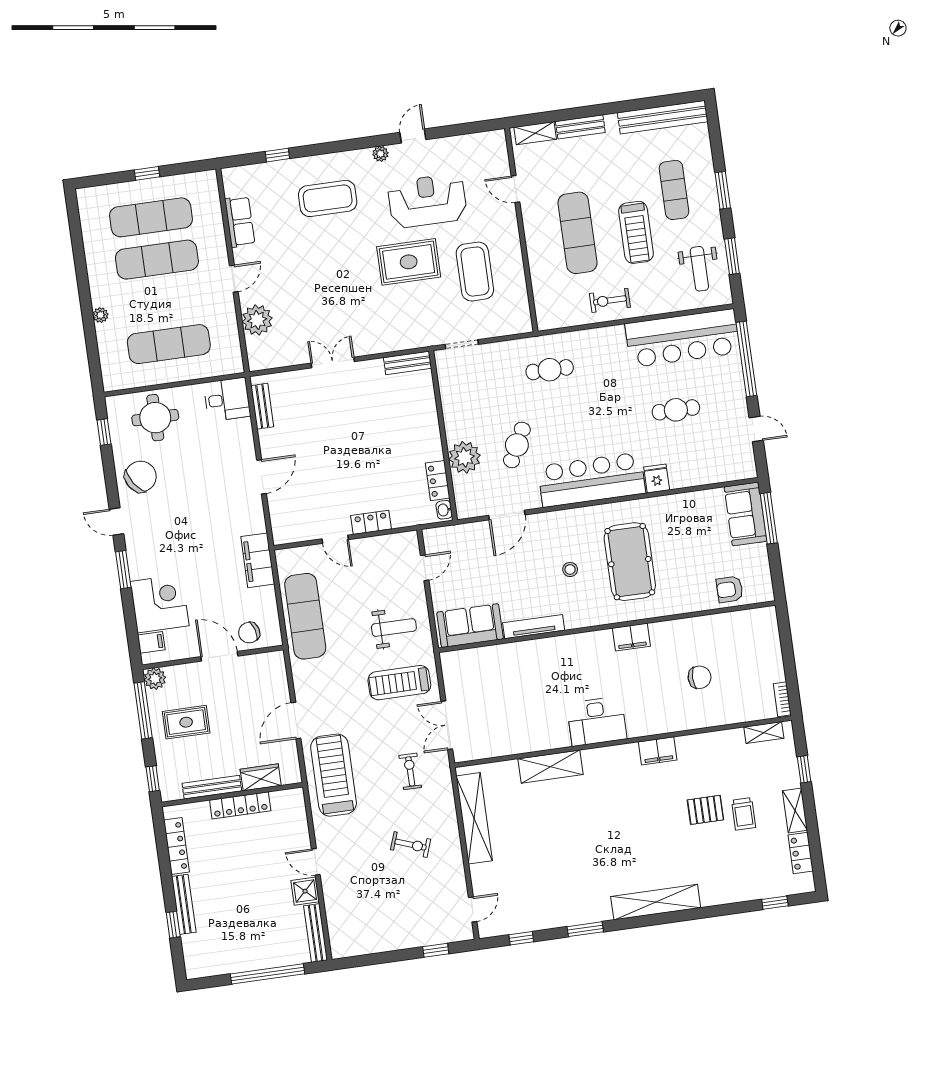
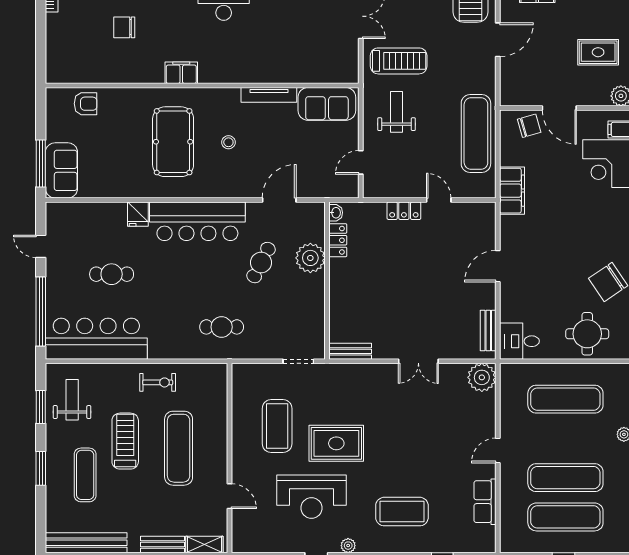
plant: (257, 320) -> (482, 377), moved
weight bench: (394, 628) -> (397, 112), turned 90

